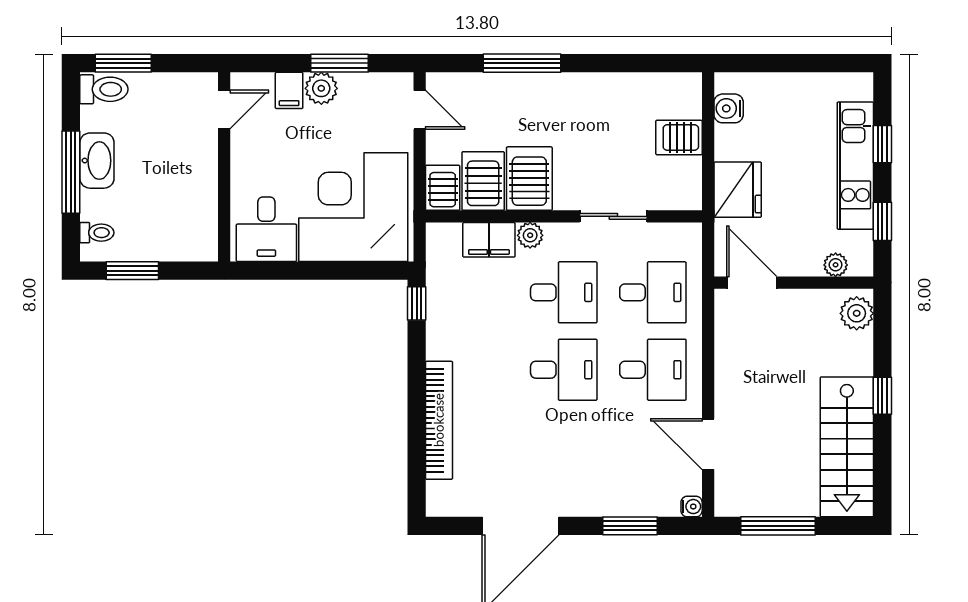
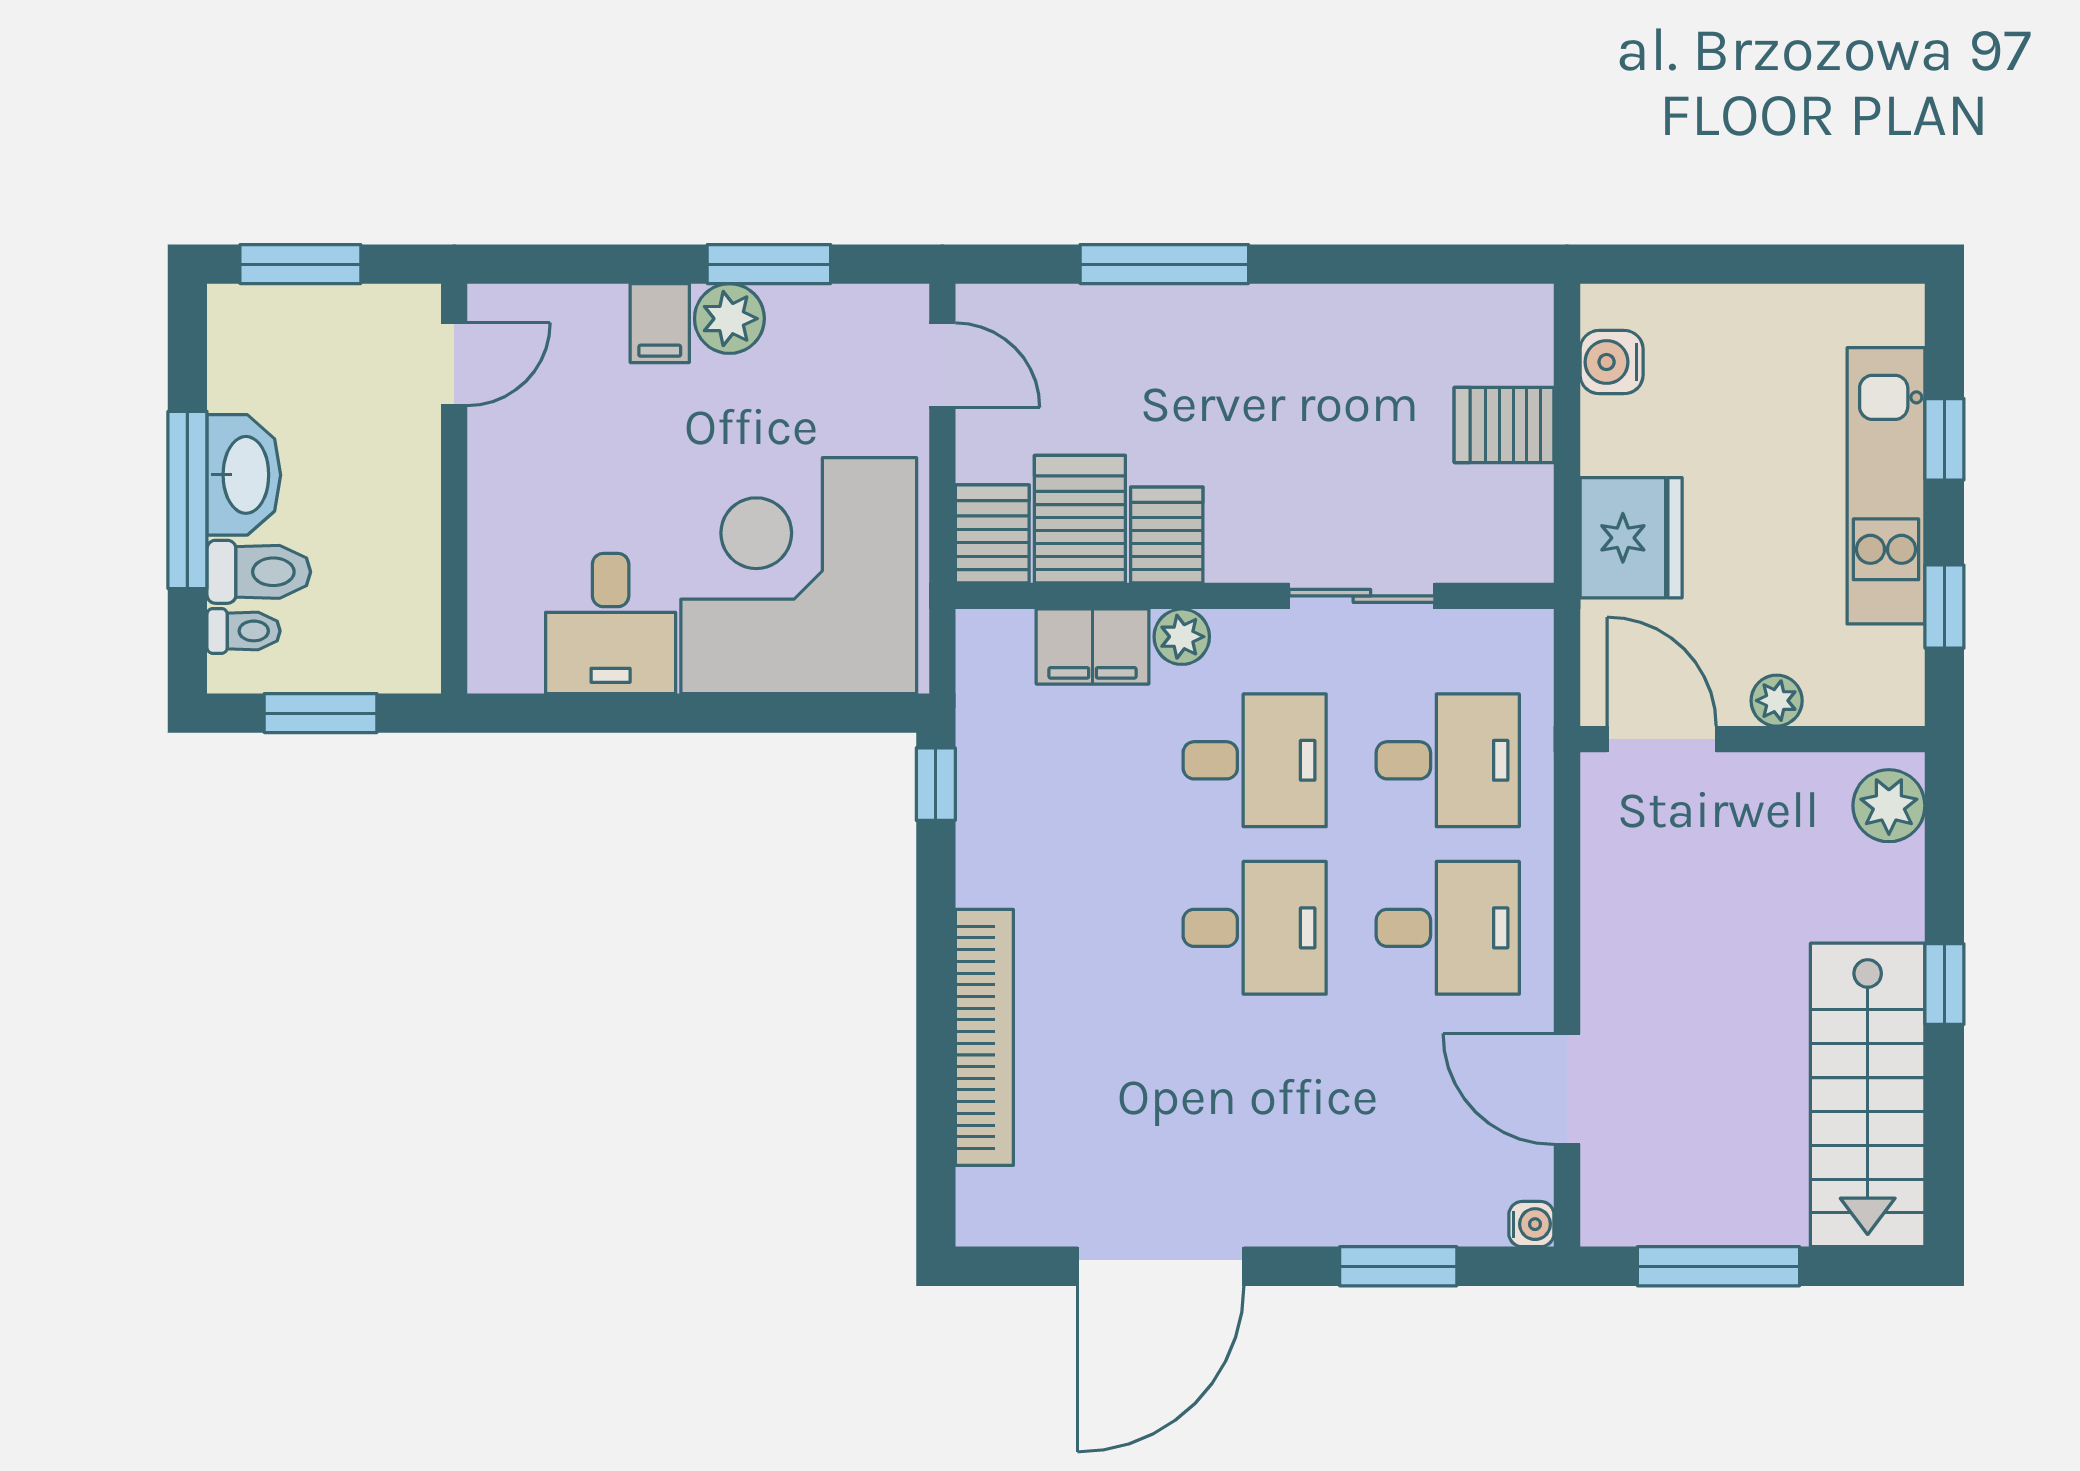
toilet: (104, 89) -> (259, 572), moved
door: (224, 109) -> (454, 364), moved
wall: (224, 167) -> (454, 489), moved
server rack: (529, 179) -> (1167, 535), width x0.73, depth x0.70
plant: (836, 265) -> (1777, 701), moved

